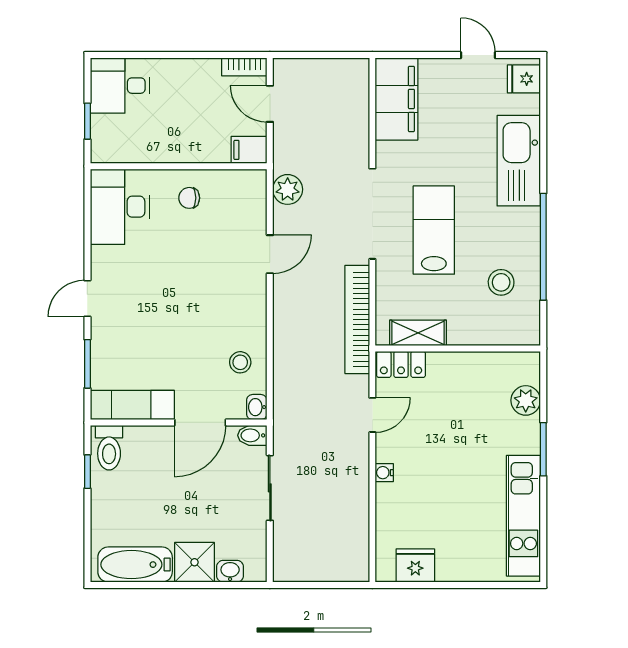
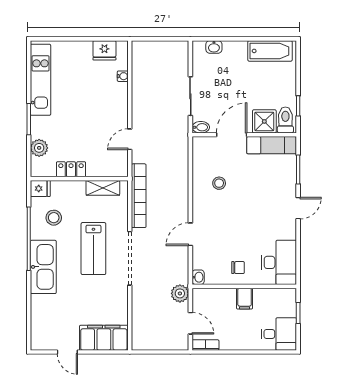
fridge: (524, 79) -> (40, 188), moved
filing cabinet: (397, 99) -> (104, 338), moved, turned 90
filing cabinet: (249, 150) -> (245, 299), moved, turned 90
kitchen sink: (519, 161) -> (43, 267), moved
plant: (288, 189) -> (180, 293), moved
stool: (240, 362) -> (219, 183), moved
locker: (401, 364) -> (71, 169), moved
washbasin: (257, 407) -> (198, 277), moved
water cooler: (384, 473) -> (123, 76), moved
shower: (194, 562) -> (264, 121), moved

